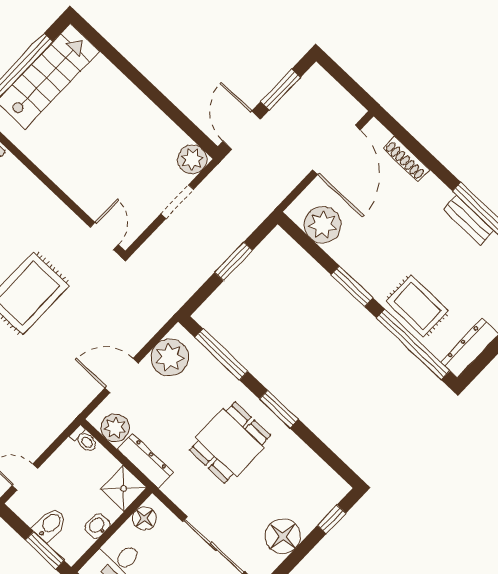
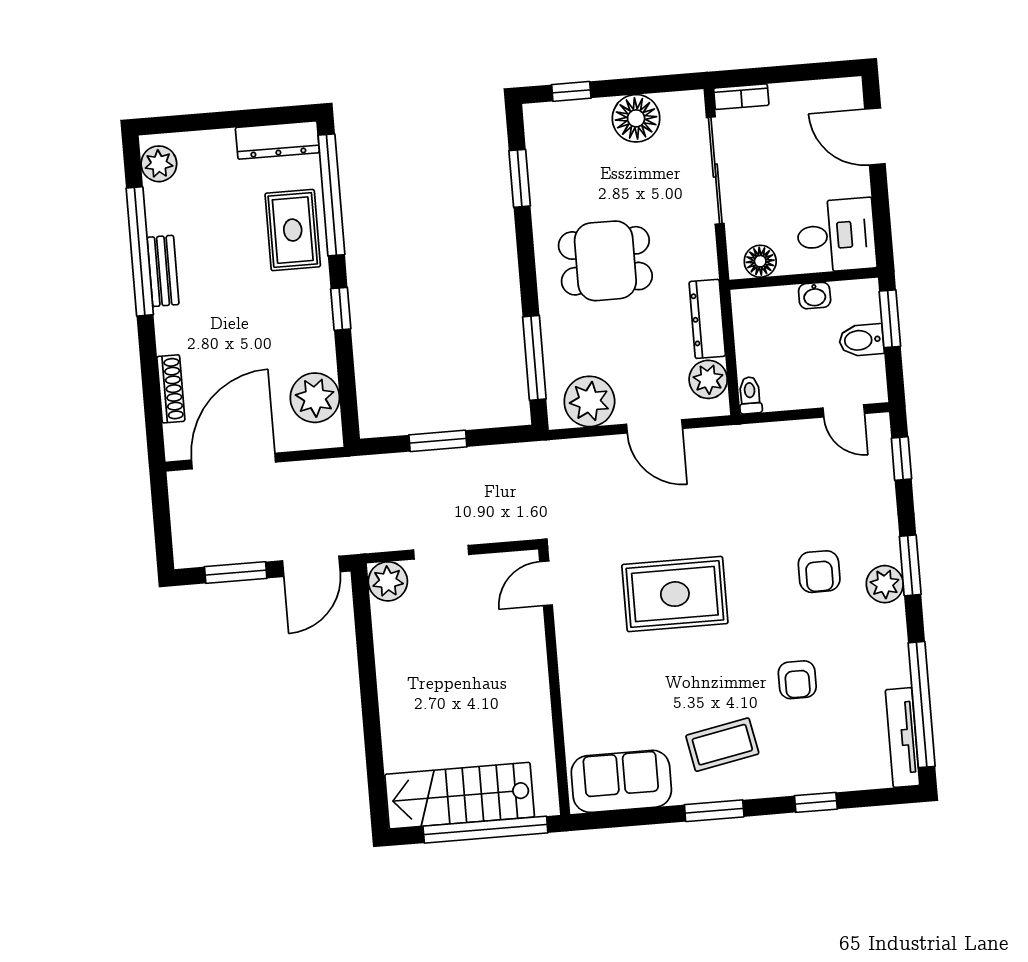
window: (352, 286) -> (341, 309), width x0.67
window: (279, 409) -> (520, 178), moved
shower: (124, 488) -> (754, 310), removed

